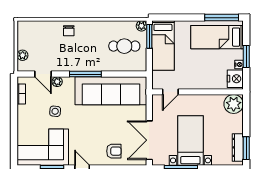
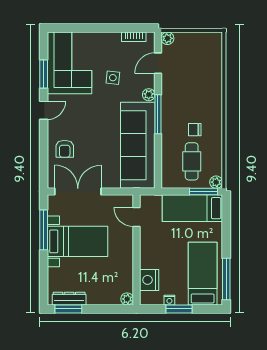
chair: (69, 31) -> (195, 130), moved
plant: (23, 55) -> (167, 38), moved
nightstand: (235, 79) -> (149, 280), moved, turned 90
plant: (57, 82) -> (149, 95), moved
plant: (234, 104) -> (127, 299), width x0.53, depth x0.53

